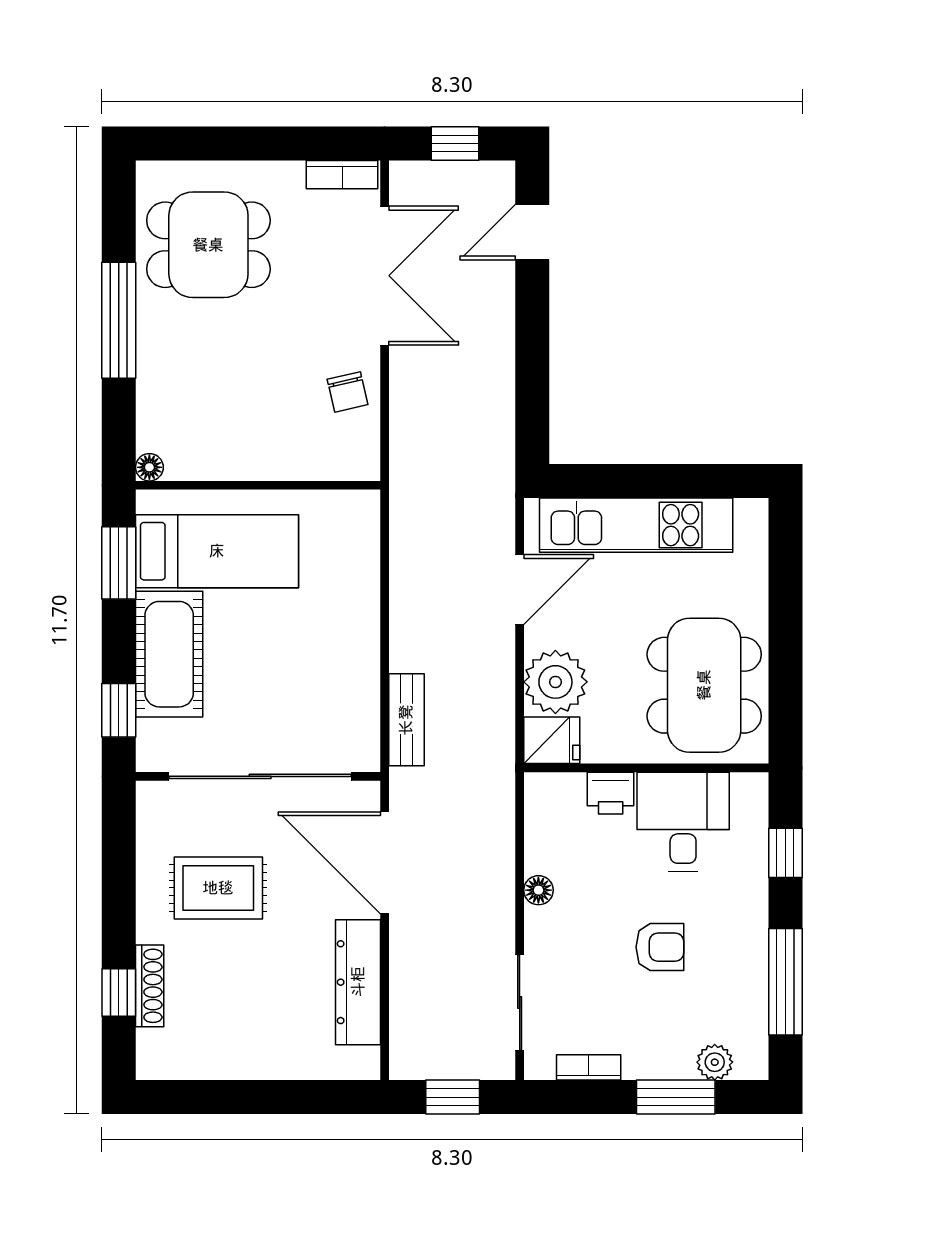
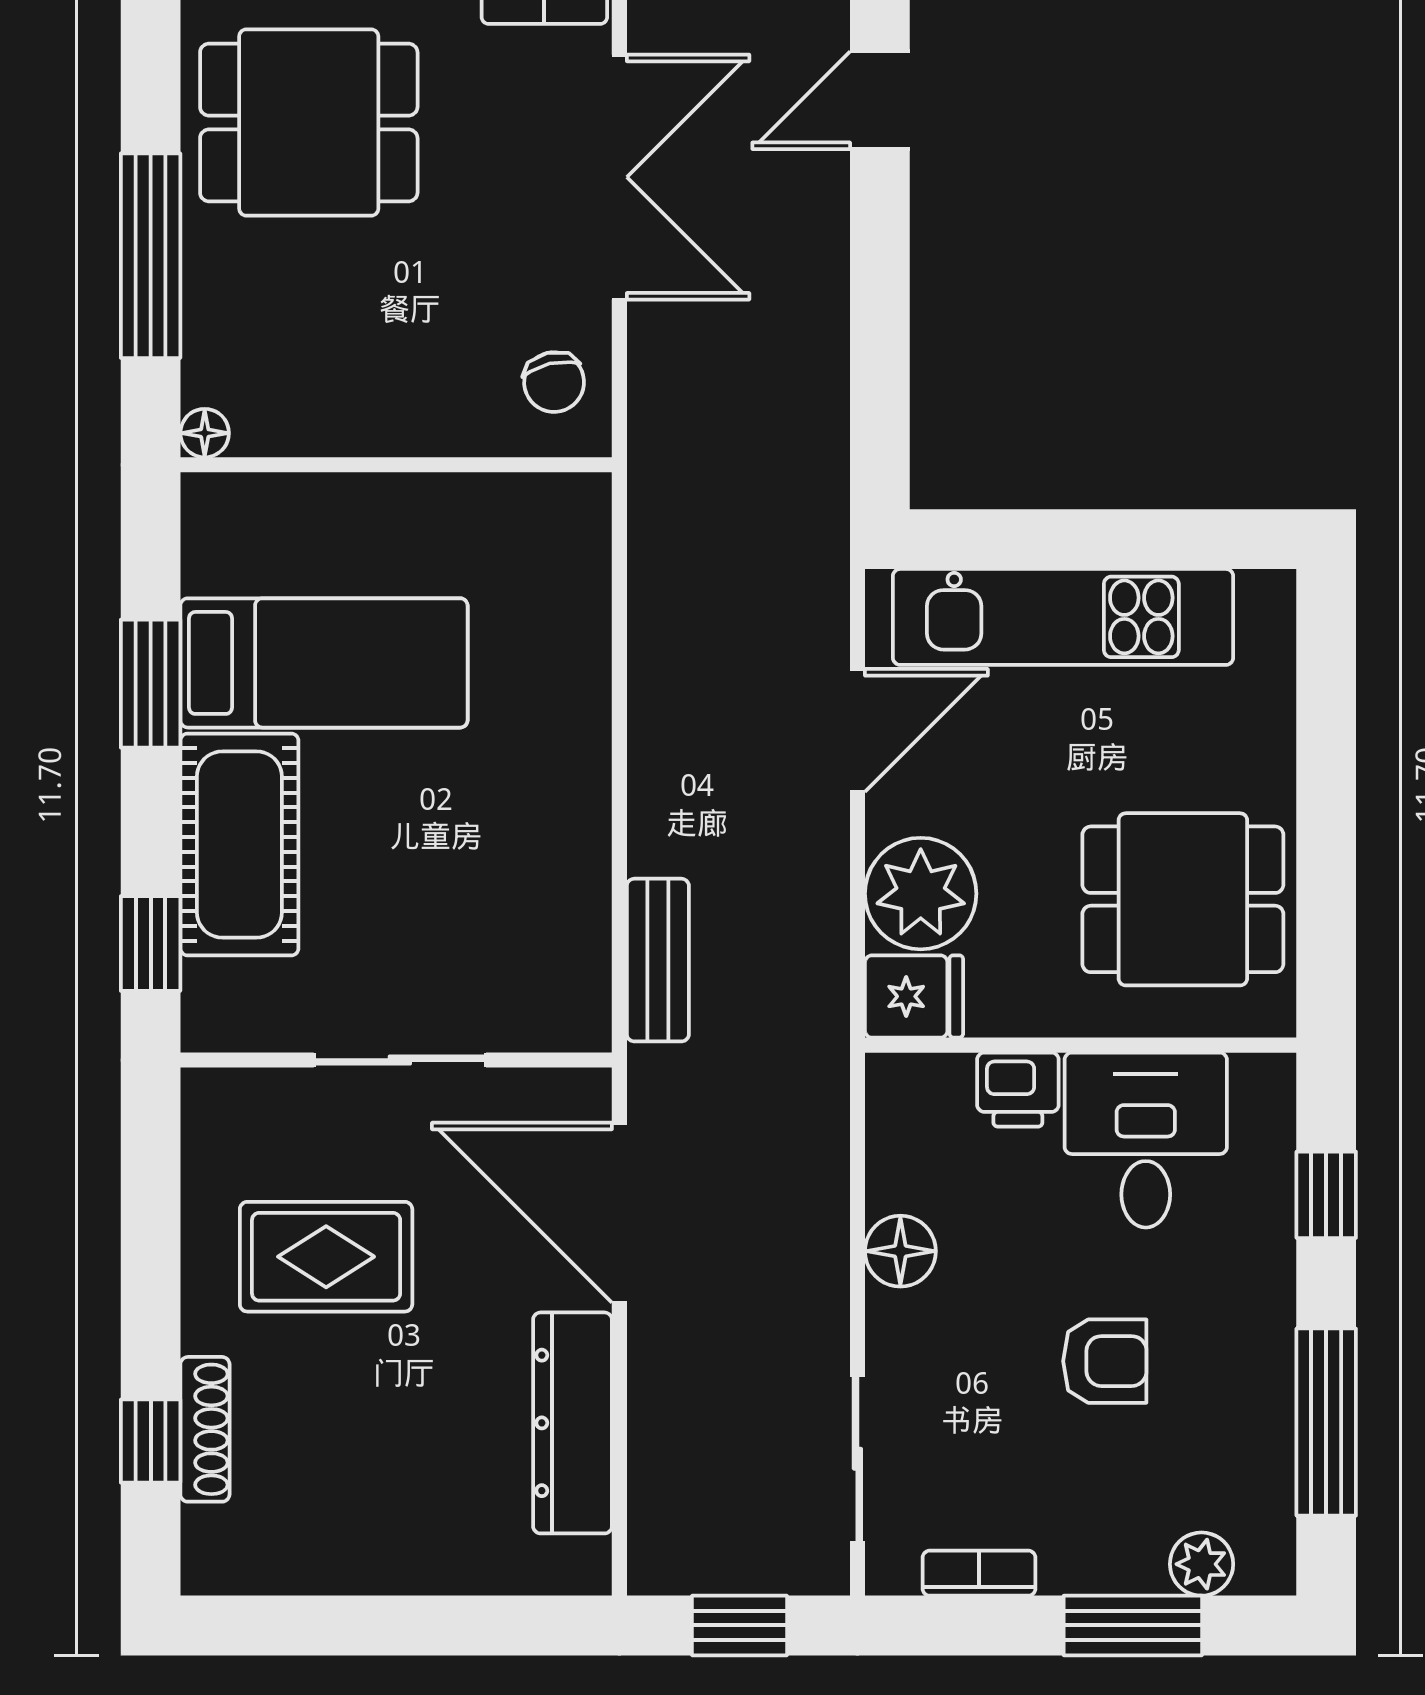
floor lamp: (149, 467) -> (205, 433), moved
wall: (258, 485) -> (396, 465), moved
dining table: (704, 685) -> (1183, 899), width x0.73
sliding door: (260, 776) -> (400, 1060), width x0.54
floor lamp: (538, 890) -> (900, 1251), width x1.37, depth x1.37

